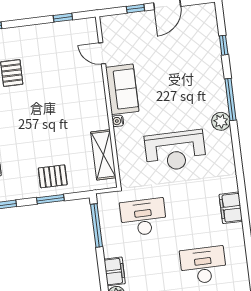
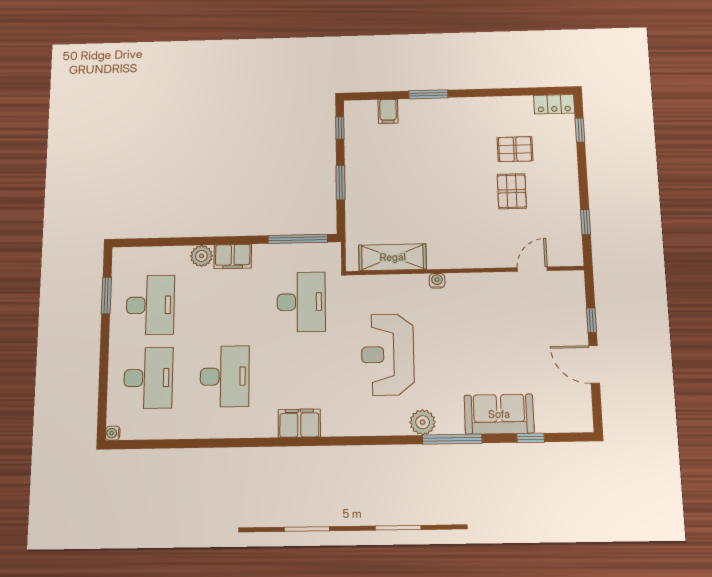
sofa: (122, 89) -> (499, 414), moved, turned 180
pallet: (53, 176) -> (512, 191), moved

